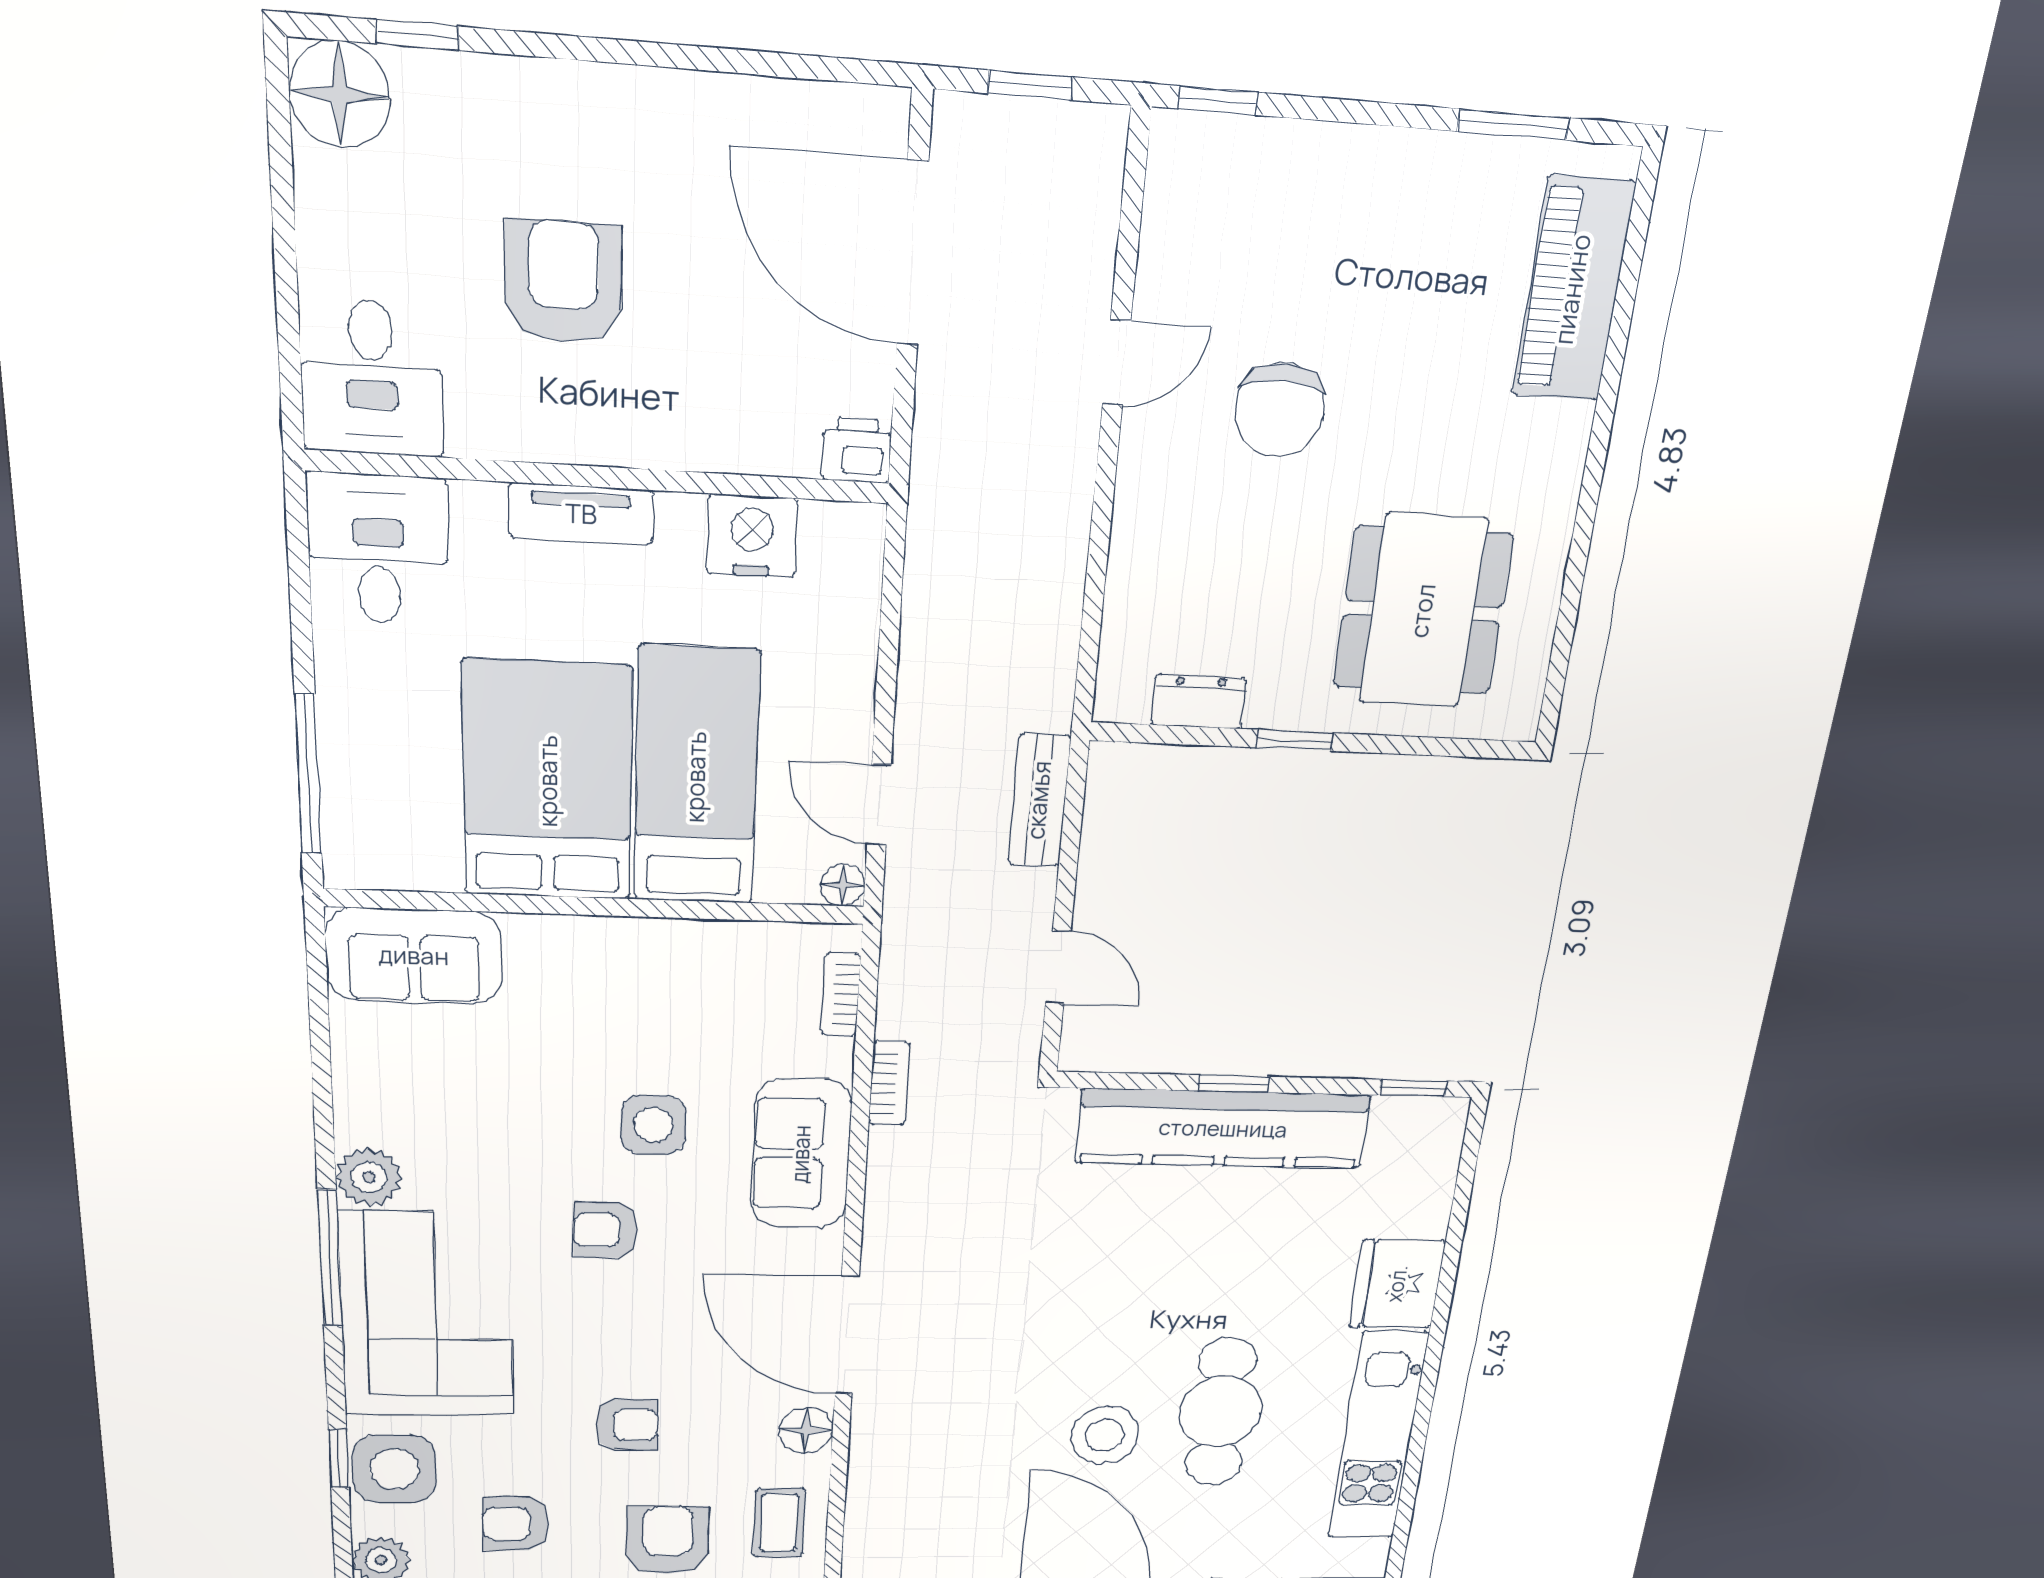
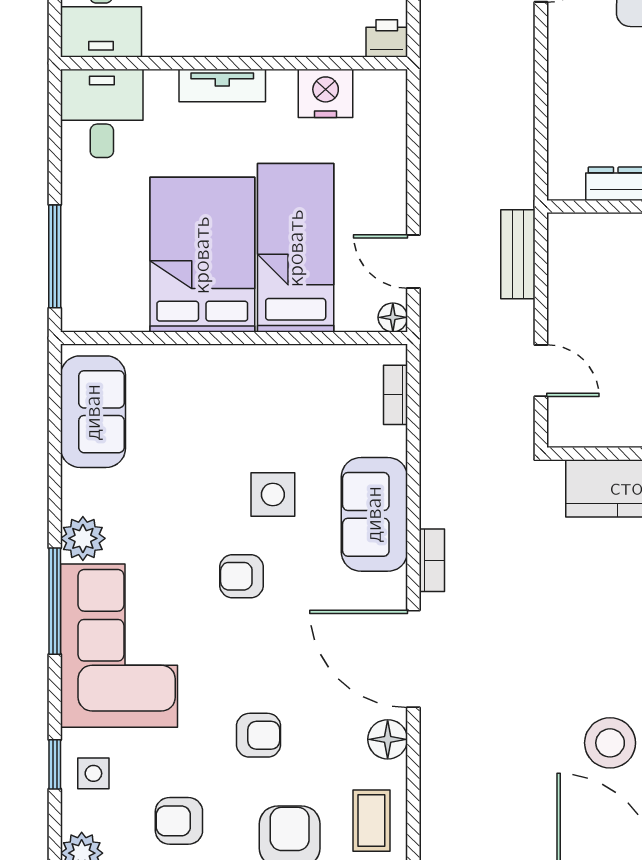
sofa: (414, 956) -> (93, 412), moved, turned -90
bookcase: (889, 1083) -> (432, 560), moved
side table: (394, 1469) -> (93, 773), width x0.54, depth x0.54

